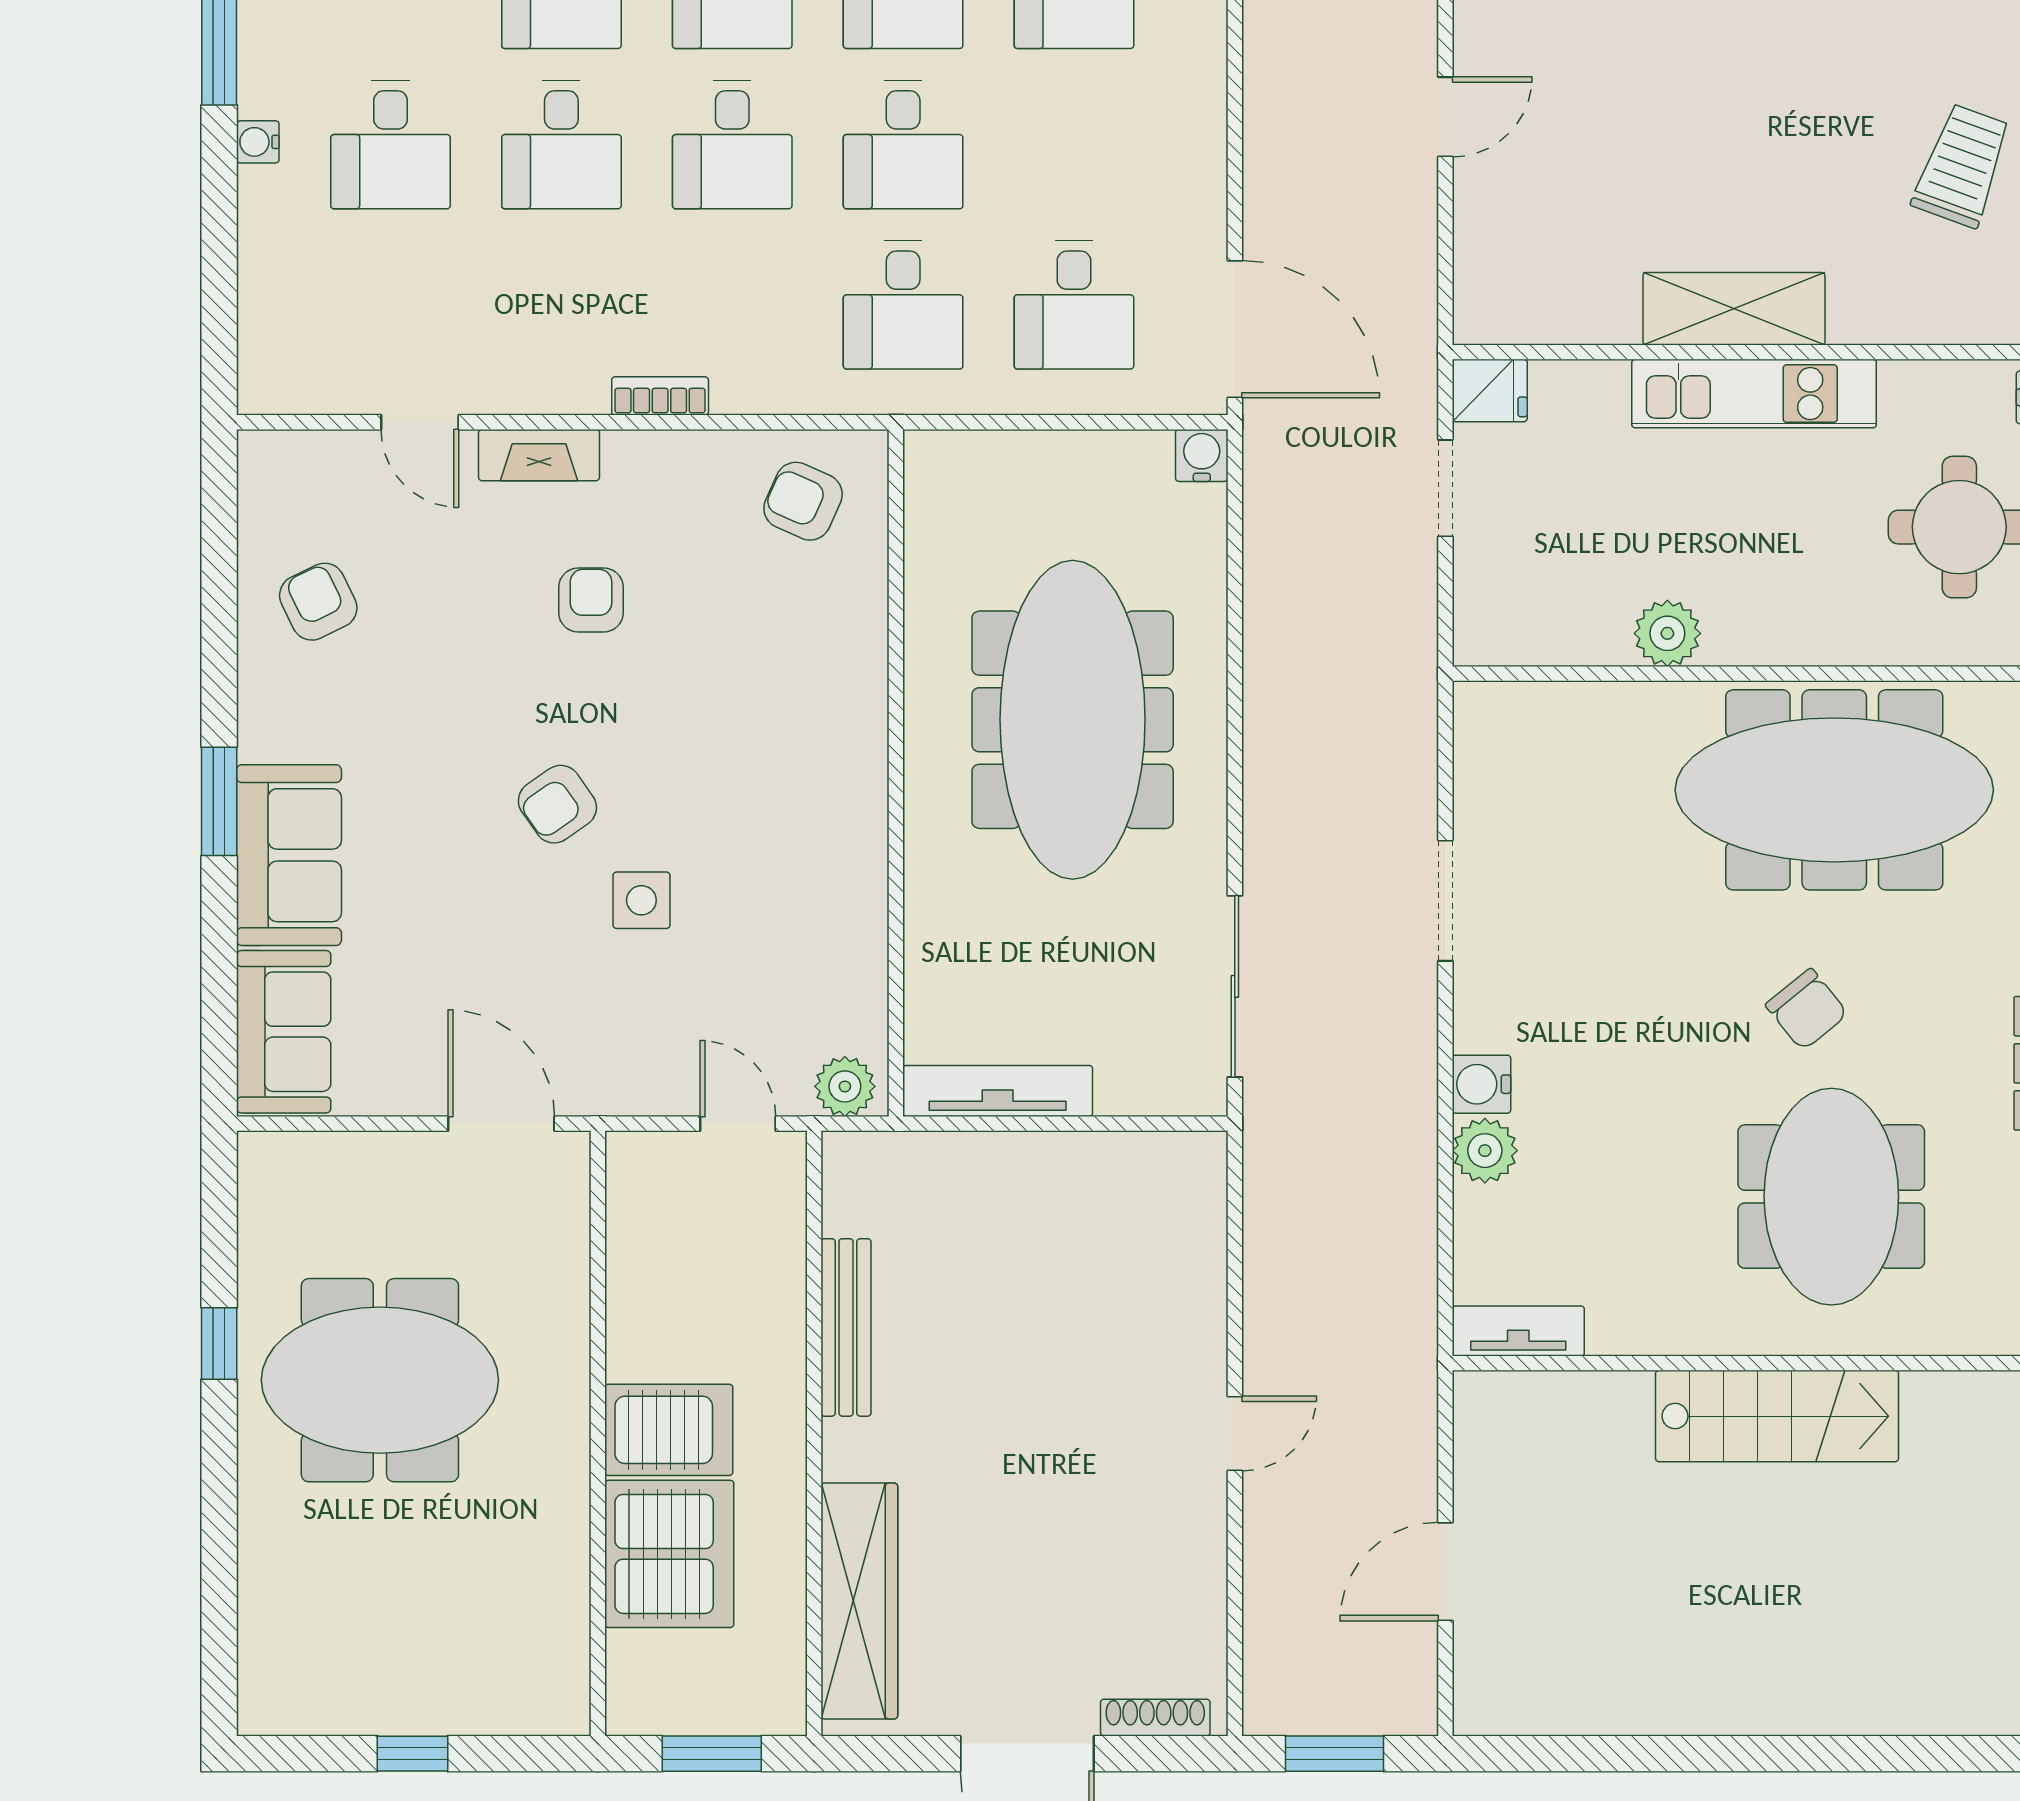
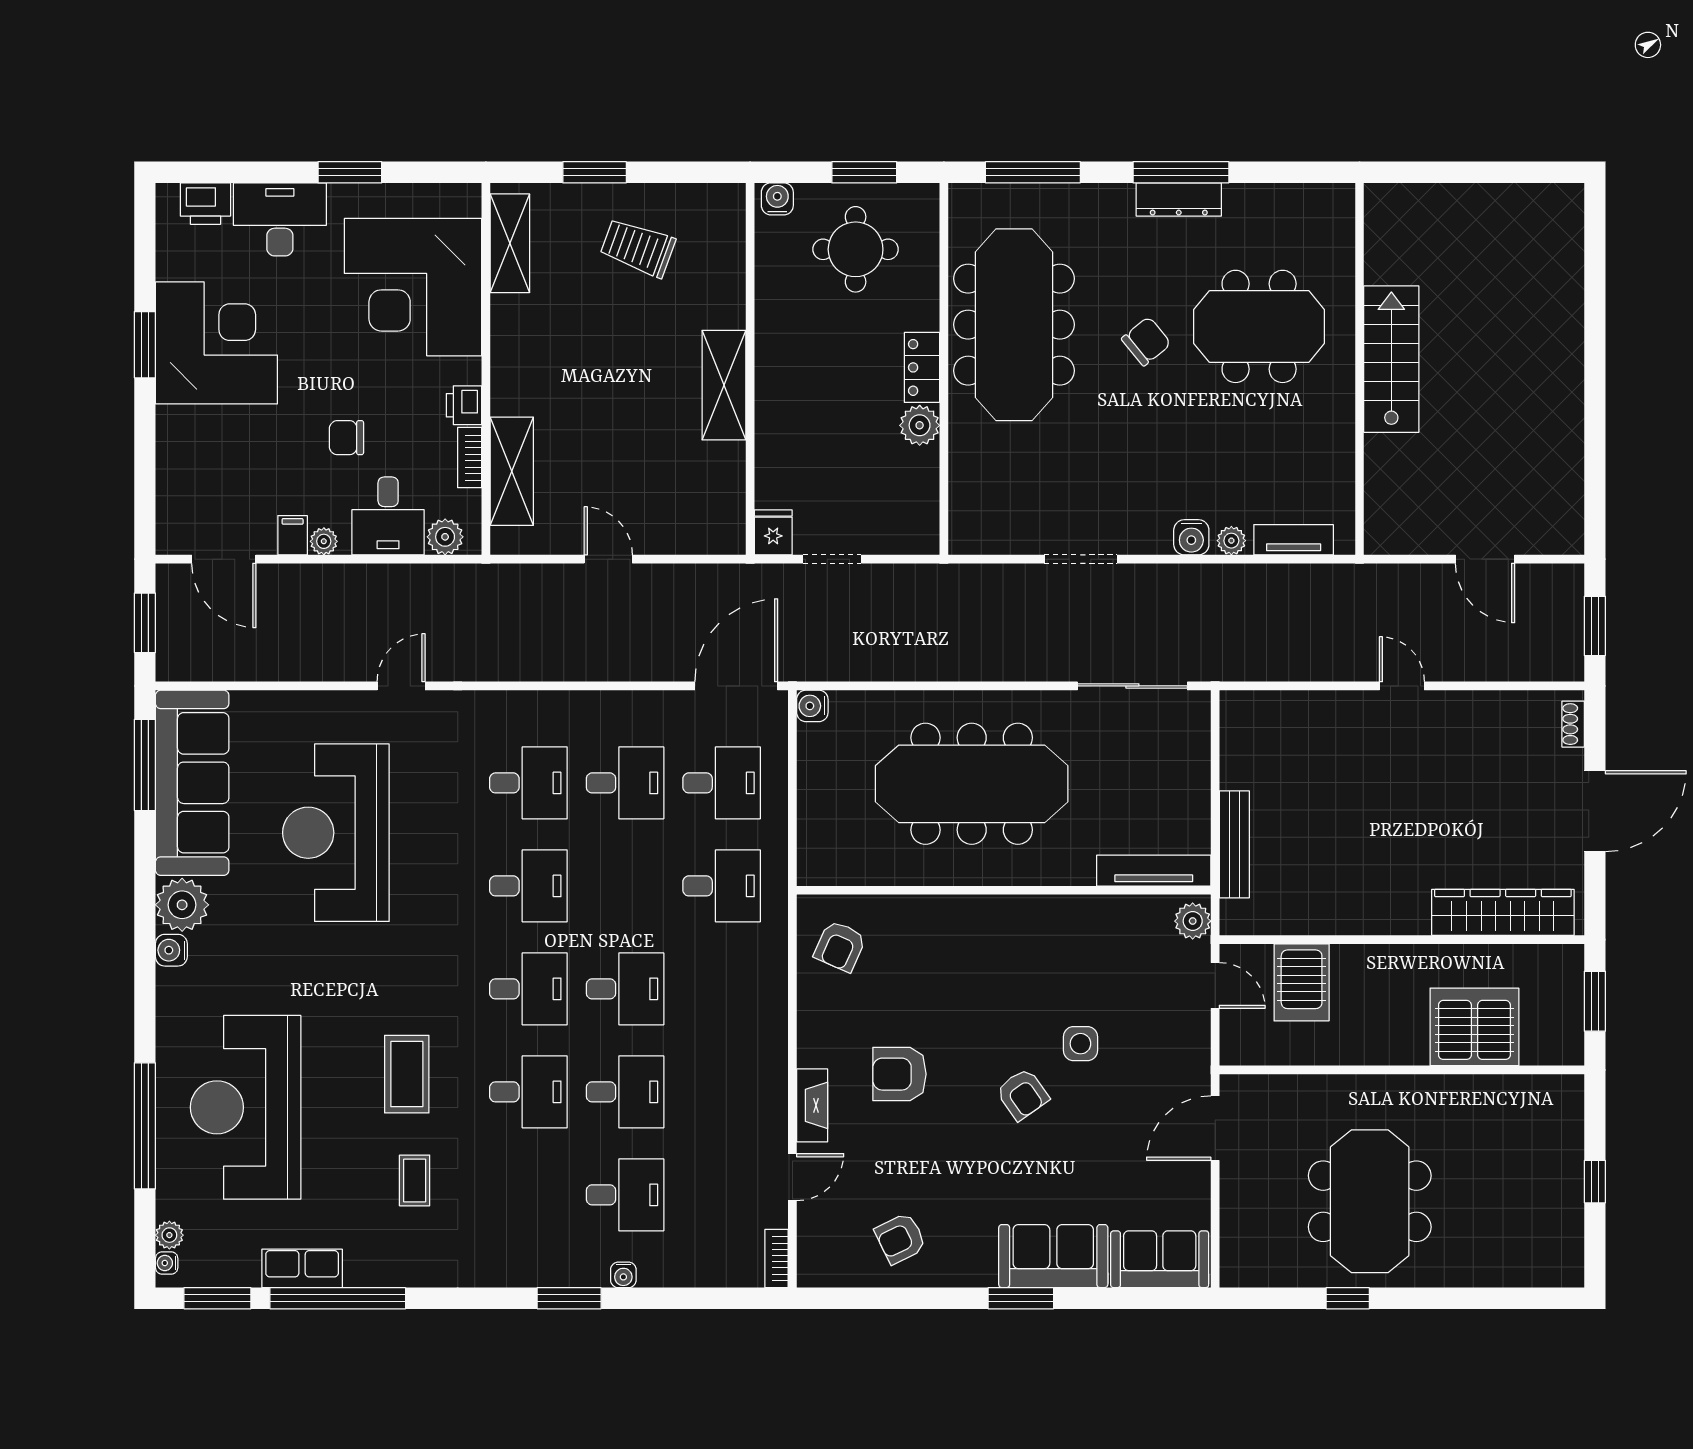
desk: (903, 145) -> (625, 783), moved
kitchen unit: (1754, 394) -> (775, 373), removed
bookcase: (660, 396) -> (776, 1259), moved
armchair: (591, 600) -> (899, 1074), width x1.38, depth x1.38
locker: (1763, 637) -> (922, 367), added
tv unit: (998, 1091) -> (1154, 871), moved, turned 90
door: (738, 1124) -> (1215, 986), swing flipped
plant: (1485, 1151) -> (1231, 541), width x0.73, depth x0.73
bench: (846, 1327) -> (1234, 844), moved, turned 90
tv unit: (1518, 1331) -> (1294, 540), moved, turned 90
server rack: (669, 1430) -> (1302, 982), moved, turned 180
shoe rack: (1155, 1718) -> (1573, 724), width x0.70

